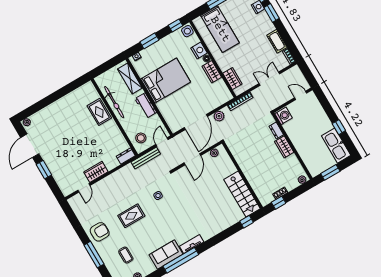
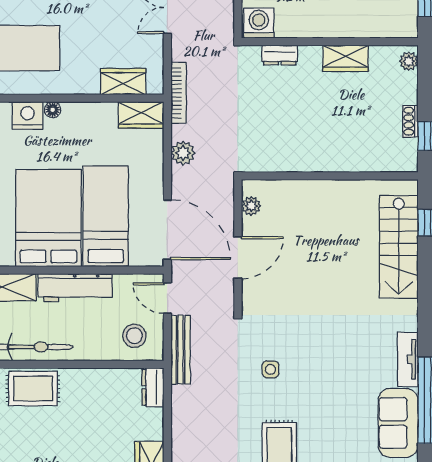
wardrobe: (212, 72) -> (141, 115), moved
bed: (179, 101) -> (106, 216), added
workbench: (146, 106) -> (75, 288), width x1.38
door: (196, 122) -> (167, 230), moved
wardrobe: (284, 147) -> (345, 58), moved
door: (192, 159) -> (238, 258), hinge flipped
stairs: (242, 194) -> (399, 247), moved, turned 90

